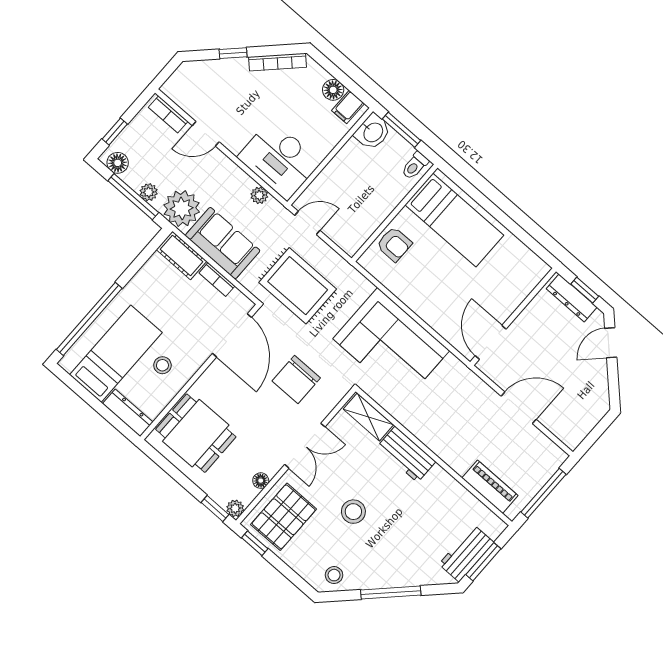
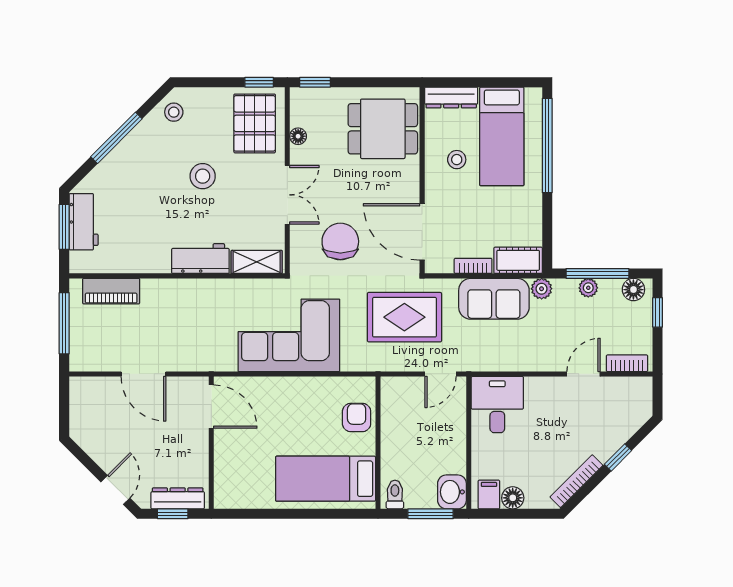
desk: (279, 160) -> (497, 405), width x0.73
plant: (259, 195) -> (498, 362), removed
plant: (182, 208) -> (542, 289), width x0.53, depth x0.53
armchair: (394, 244) -> (357, 418), turned 90
door: (519, 408) -> (143, 374), hinge flipped
double door: (305, 446) -> (287, 195), swing flipped
plant: (235, 508) -> (299, 96), removed

